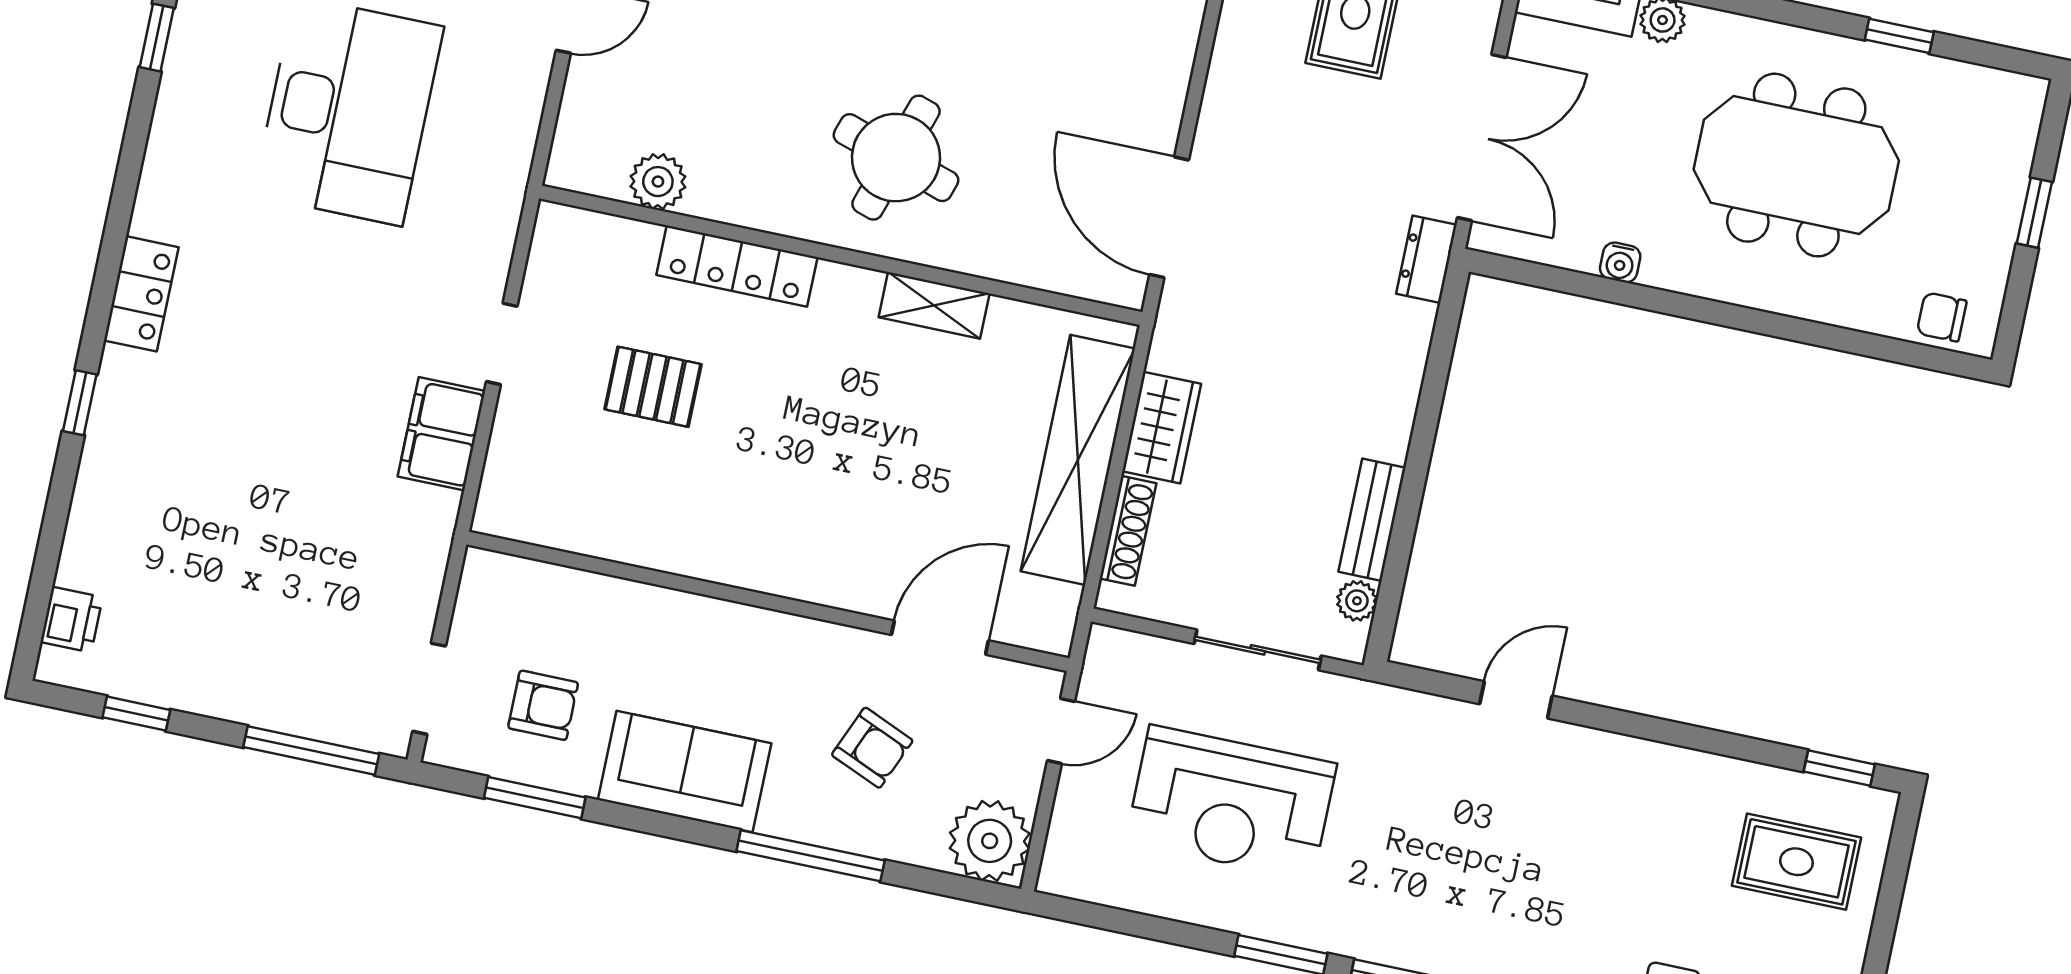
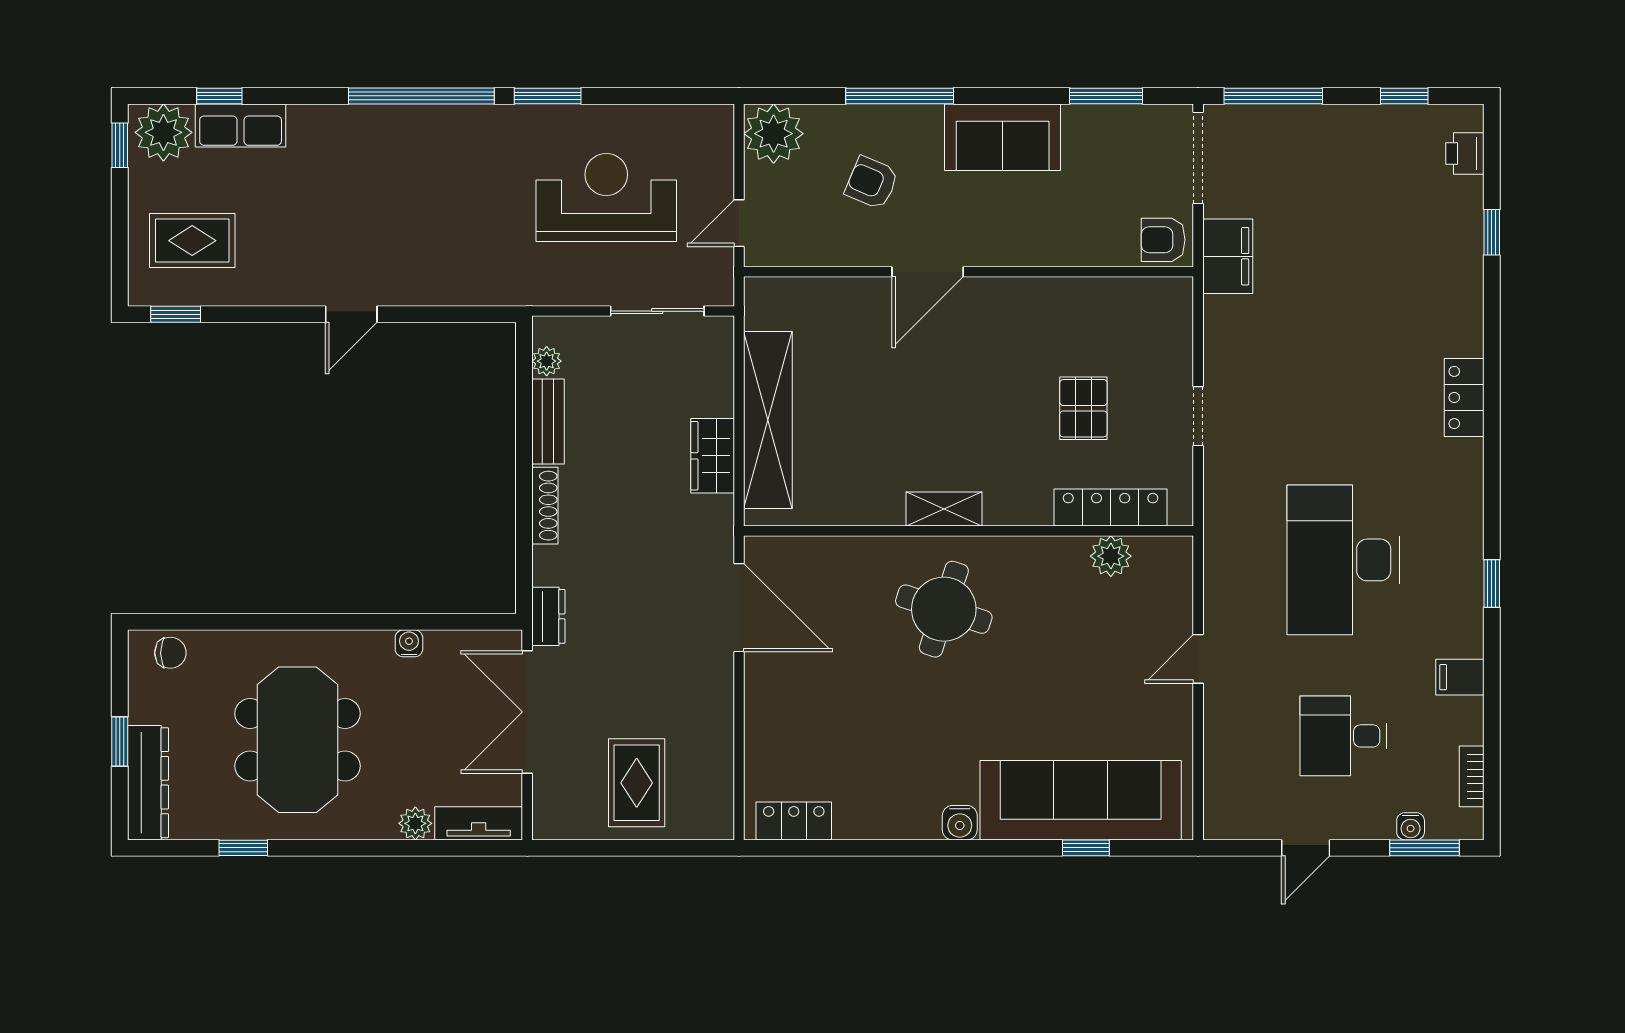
dresser: (2008, 150) -> (148, 783), added
meeting table: (1796, 165) -> (298, 740), turned 90
locker: (737, 266) -> (1111, 507), moved
shelving: (934, 305) -> (944, 509), moved
pallet: (653, 387) -> (1083, 408), turned 90
window: (80, 403) -> (1492, 232), moved
filing cabinet: (442, 434) -> (1228, 256), moved
shoe rack: (1128, 531) -> (545, 506), moved, turned 180
door: (940, 638) -> (928, 272), moved
sliding door: (1258, 650) -> (657, 311), moved
doorway: (429, 689) -> (1198, 158), width x1.38
door: (1516, 700) -> (351, 314), moved
armchair: (543, 705) -> (1163, 240), moved

